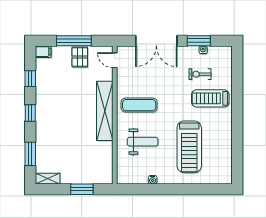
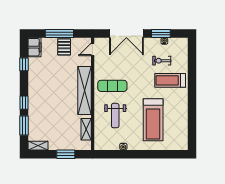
filing cabinet: (43, 52) -> (34, 47), width x2.00
door: (115, 60) -> (93, 49), hinge flipped
window: (30, 113) -> (24, 103), moved
weight bench: (143, 142) -> (115, 116), turned 90
shelving: (107, 159) -> (86, 129), added

